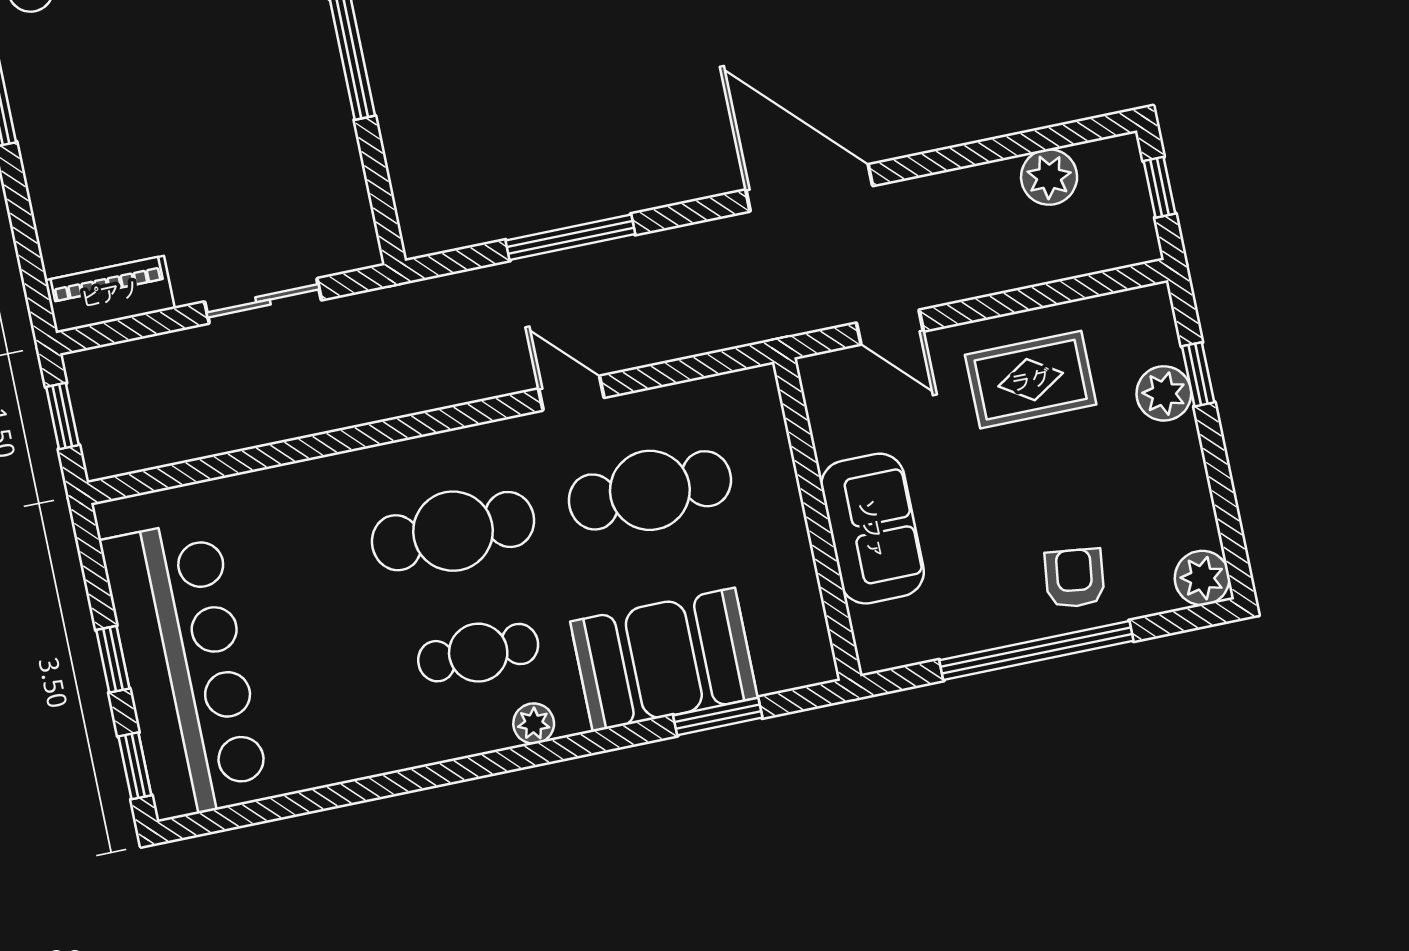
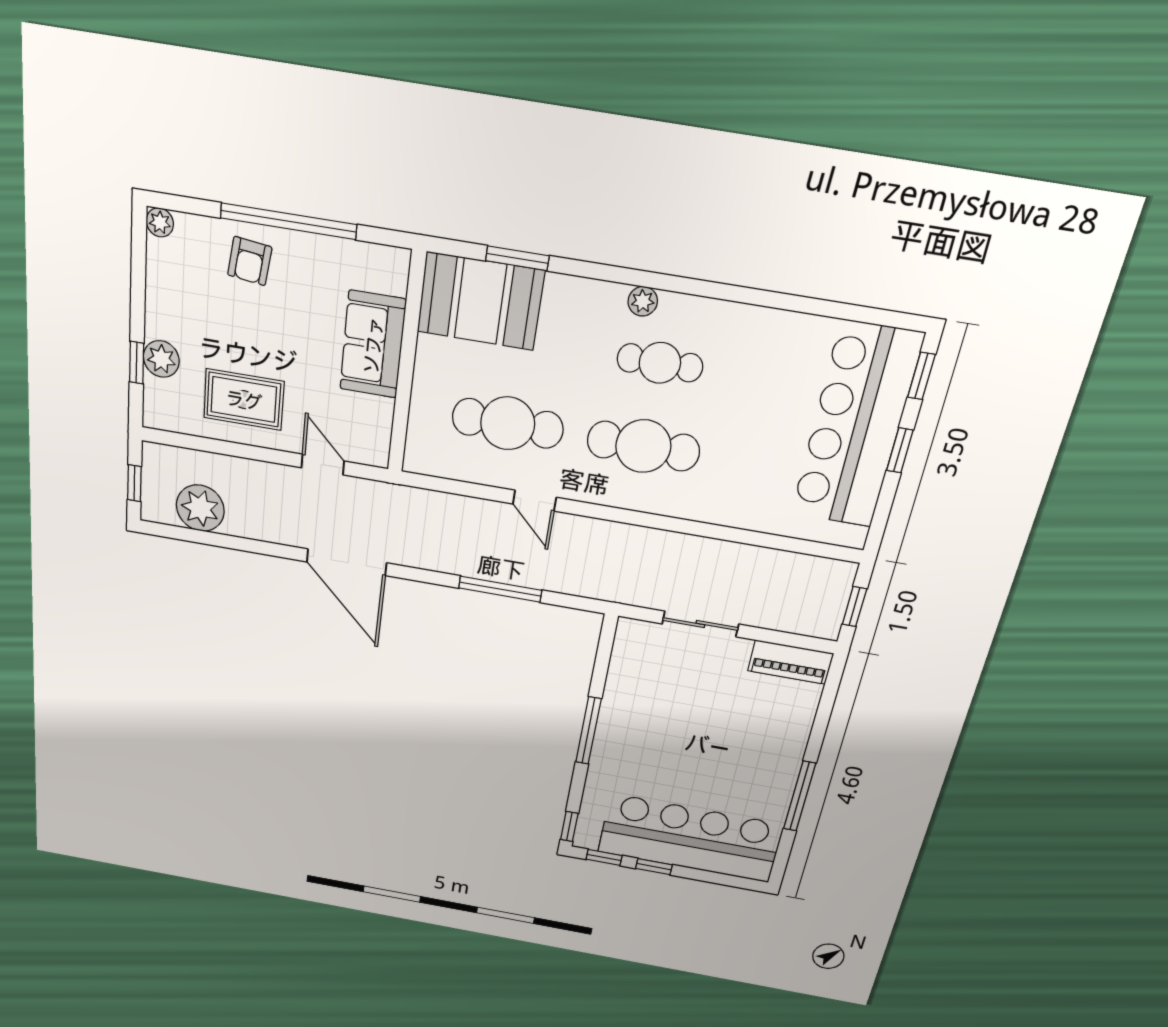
plant: (1049, 177) -> (200, 508), width x1.36, depth x1.36
plant: (1202, 578) -> (160, 222), width x0.73, depth x0.73
booth: (664, 660) -> (480, 301), moved

